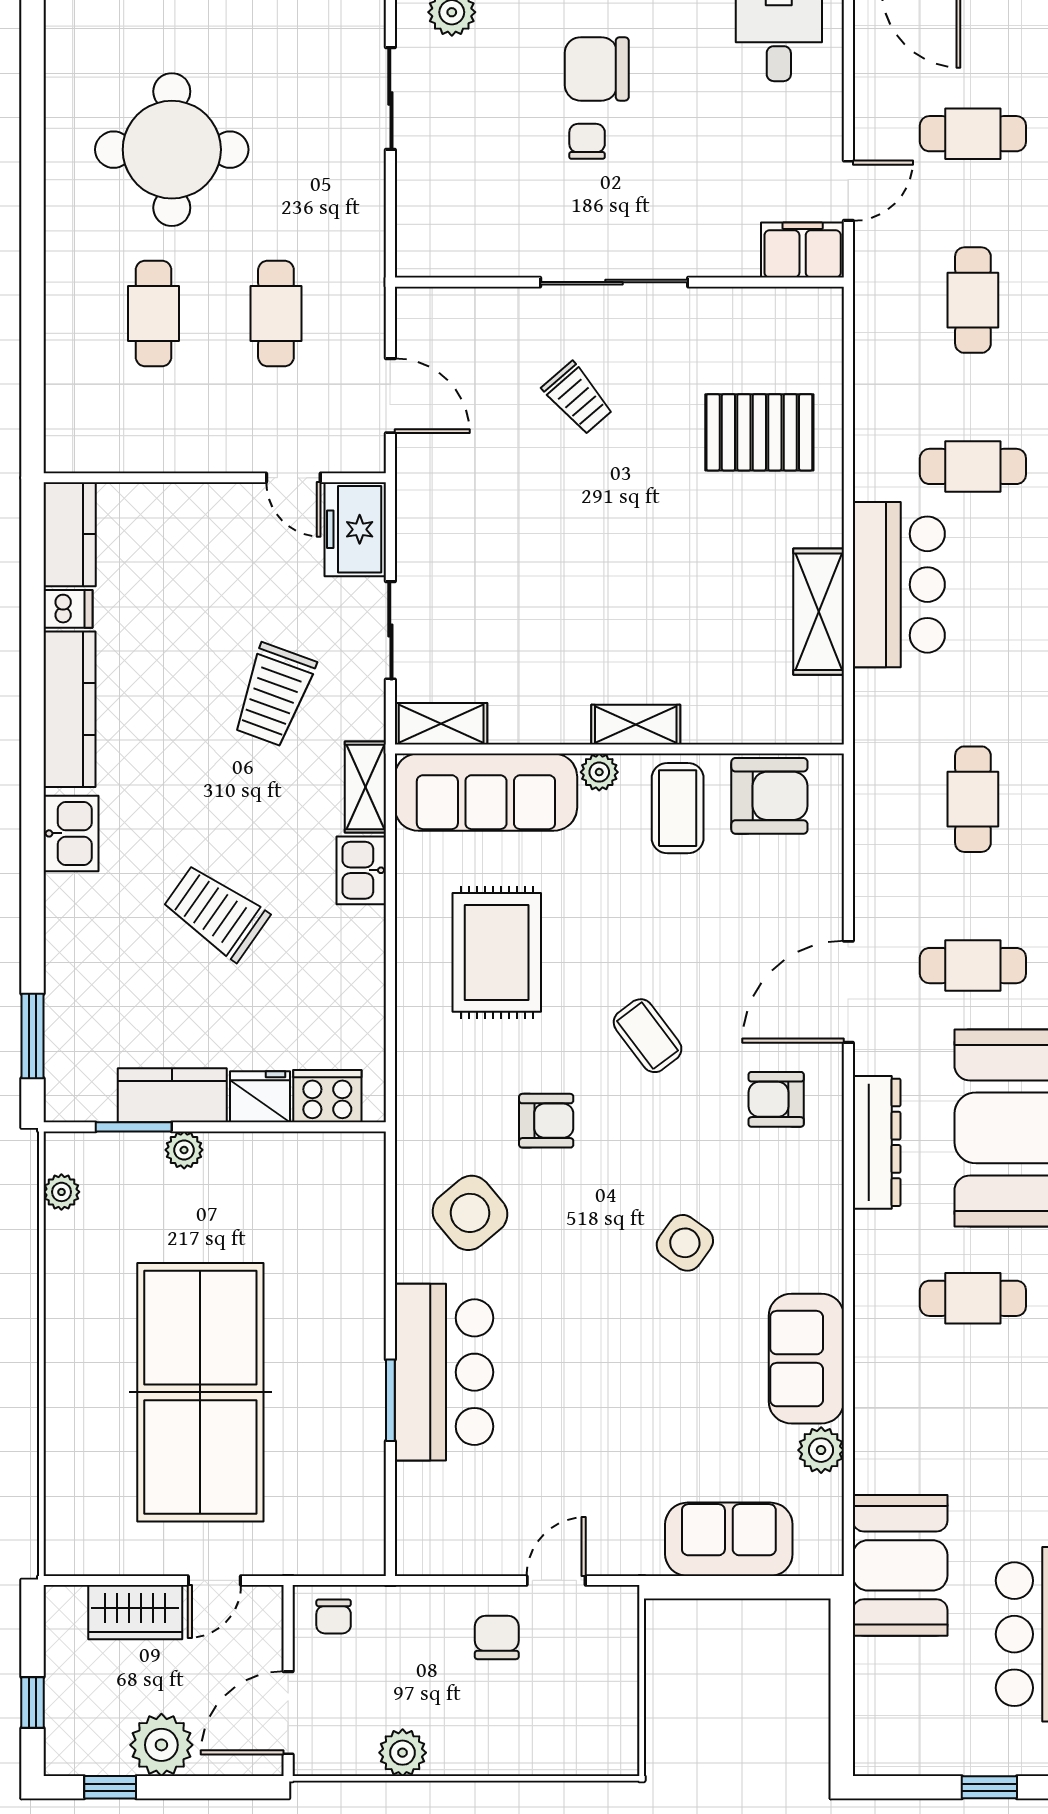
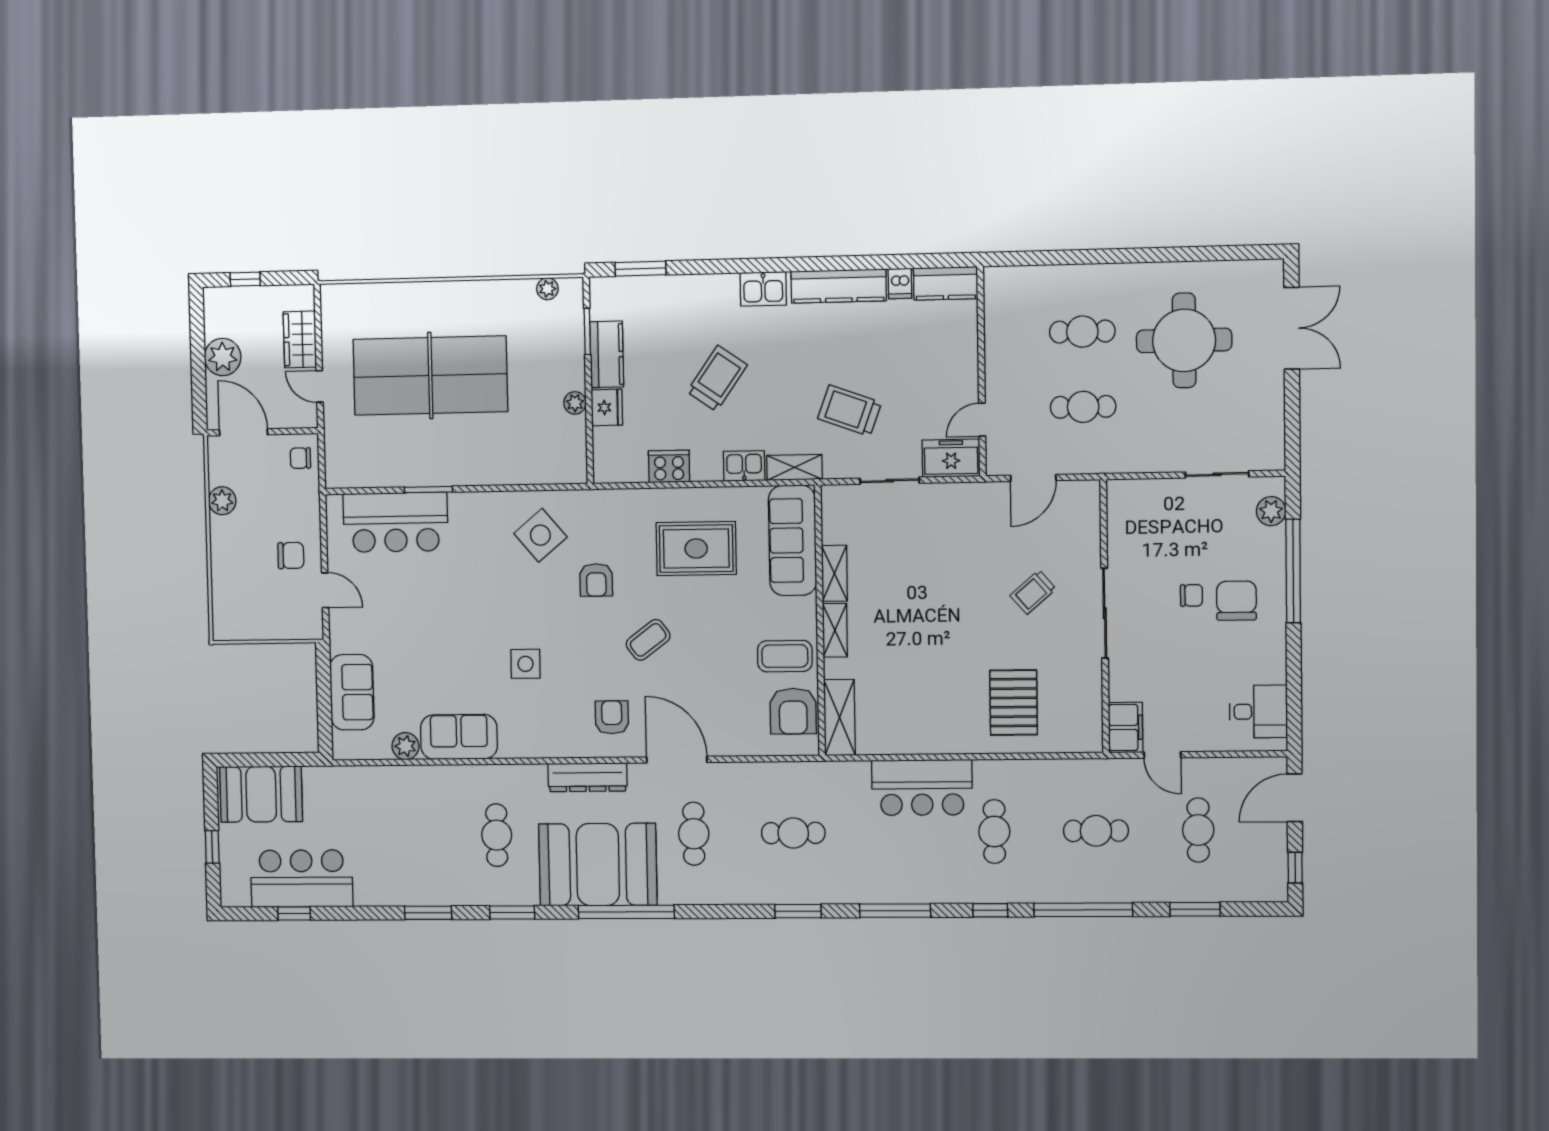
shelving: (819, 612) -> (839, 717), moved, turned 90
shelving: (441, 724) -> (834, 573), moved
plant: (599, 772) -> (806, 609), removed
cooker: (327, 1096) -> (669, 466), moved, turned -90
plant: (184, 1150) -> (575, 403), moved
side table: (685, 1243) -> (525, 664), turned -35
bar counter: (444, 1372) -> (396, 522), moved
booth: (900, 1565) -> (261, 794), moved
window: (110, 1787) -> (197, 327), removed

